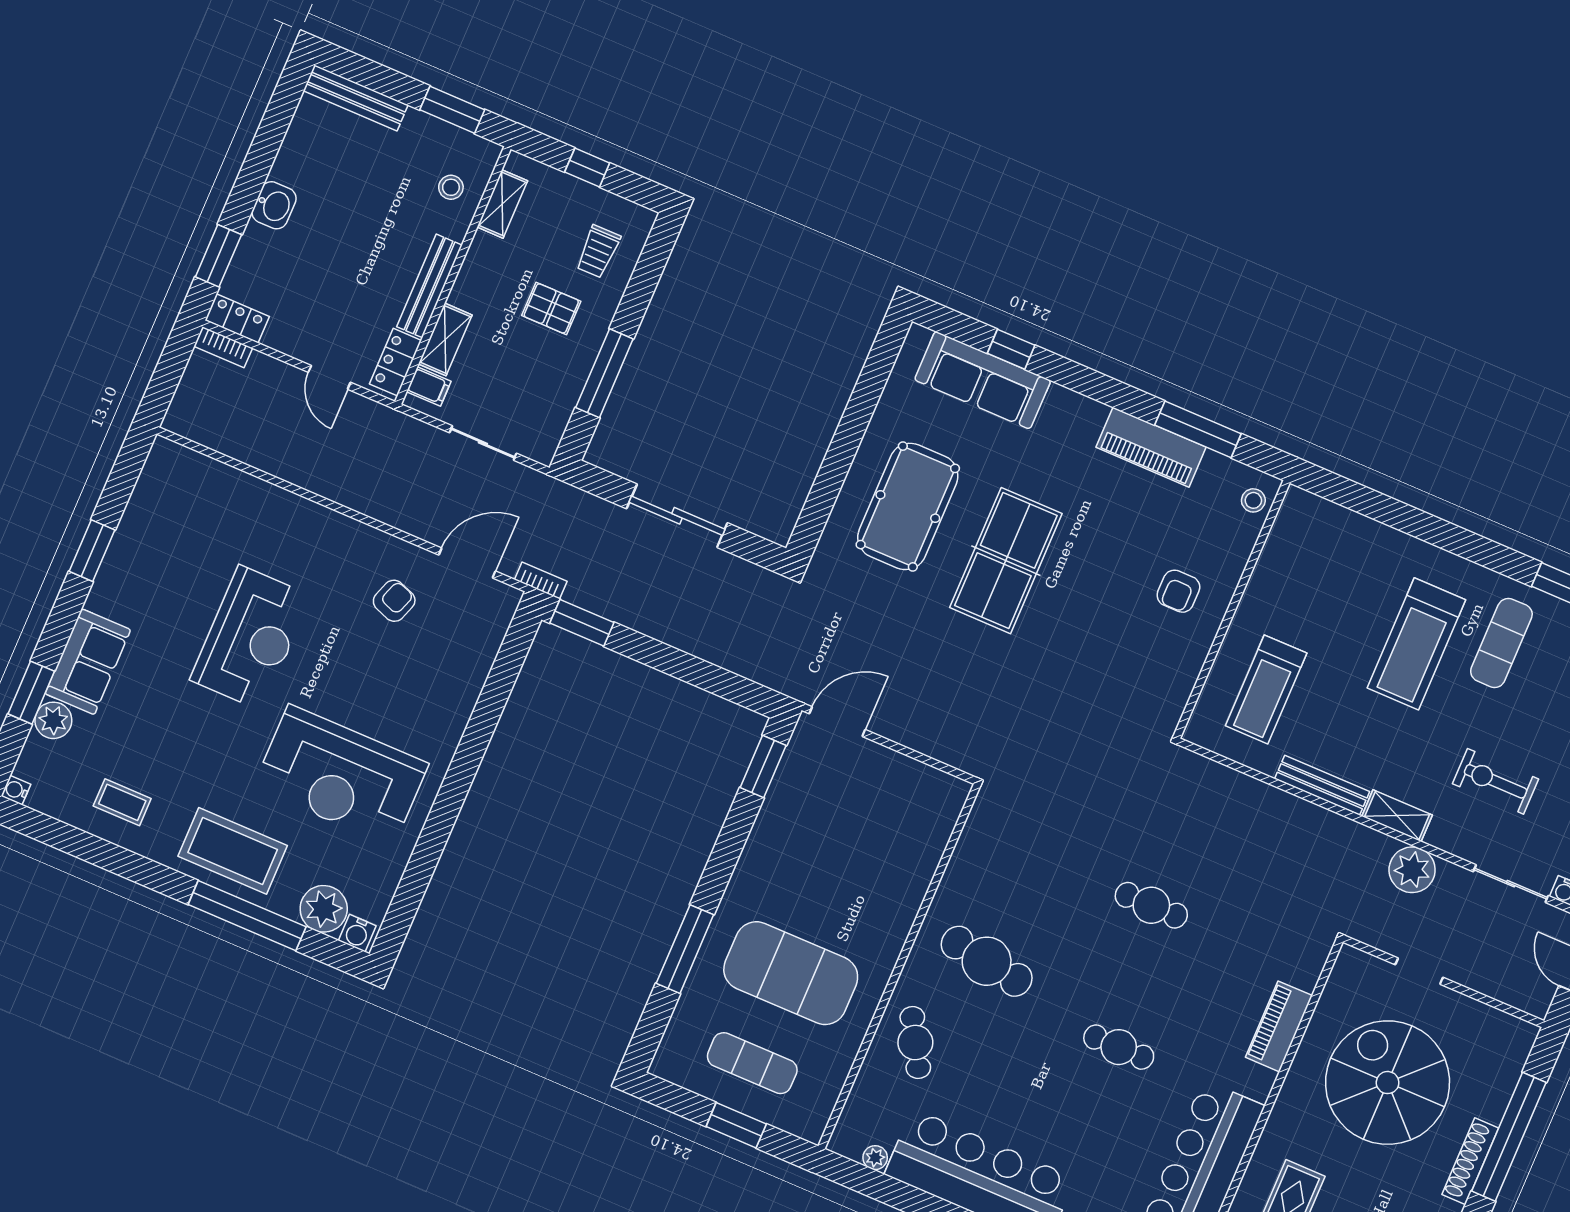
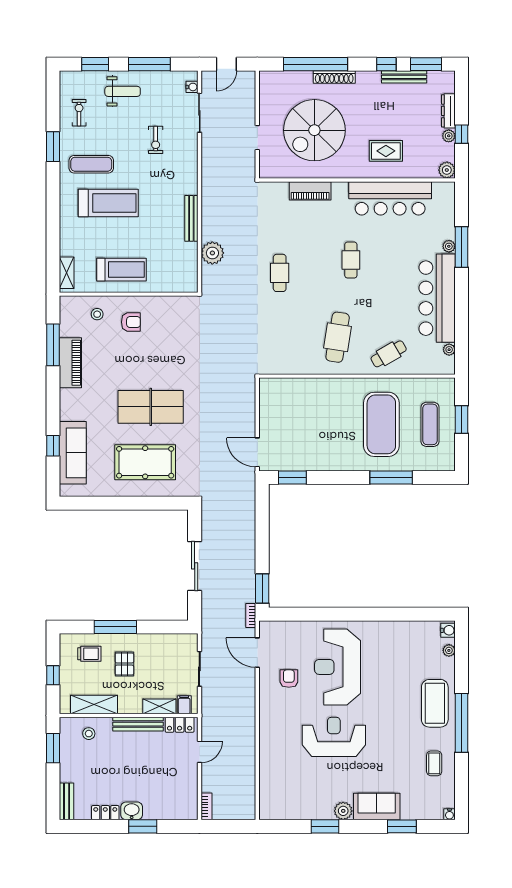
bench: (356, 98) -> (67, 801), width x0.73
shelving: (502, 204) -> (94, 704), width x1.50, depth x1.33
window: (218, 256) -> (143, 826), moved
locker: (237, 318) -> (105, 813), moved, turned 90
window: (604, 373) -> (115, 627), moved
stool: (1253, 500) -> (97, 314), moved
armchair: (394, 601) -> (289, 679), turned 70
treadmill: (1266, 689) -> (122, 270), moved
plant: (53, 720) -> (343, 811), moved
reception desk: (341, 776) -> (338, 667), moved, turned 180
exercise bike: (1496, 781) -> (156, 140), width x0.73, depth x0.72
shelving: (1397, 816) -> (67, 273), moved
plant: (1412, 870) -> (212, 253), moved
plant: (324, 909) -> (449, 650), width x0.53, depth x0.53
window: (247, 916) -> (462, 723), moved

